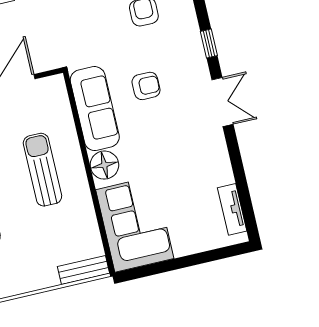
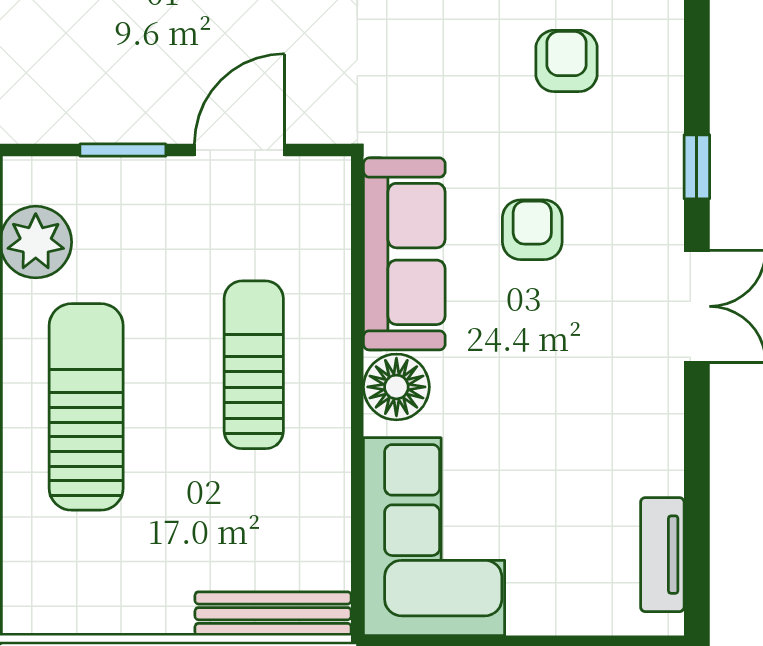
armchair: (146, 86) -> (532, 230), turned -90
bench: (84, 270) -> (273, 614), width x1.36

